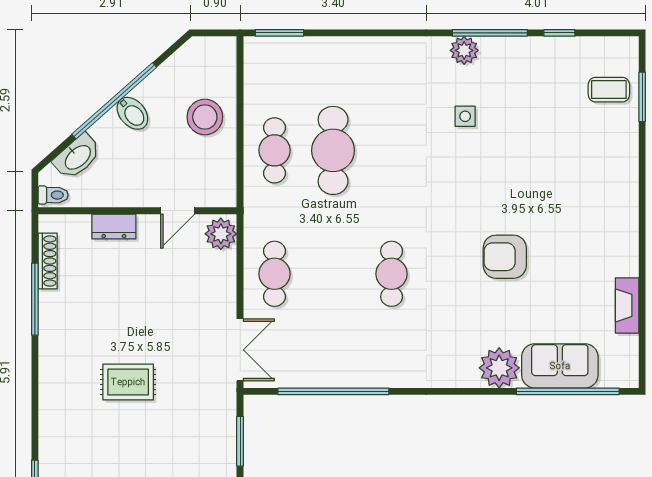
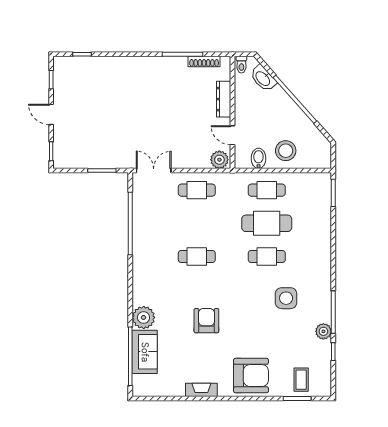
plant: (464, 50) -> (323, 331), moved
bidet: (132, 113) -> (258, 158), moved, turned 132
side table: (465, 116) -> (286, 298), width x1.87, depth x1.87
cafe table: (392, 150) -> (267, 256), added
armchair: (602, 178) -> (251, 376), added
dresser: (114, 226) -> (224, 99), width x1.44
fireplace: (627, 305) -> (201, 390), moved
double door: (240, 350) -> (154, 171), swing flipped
rug: (128, 382) -> (135, 107), removed

